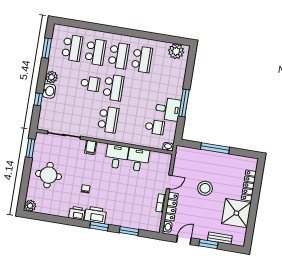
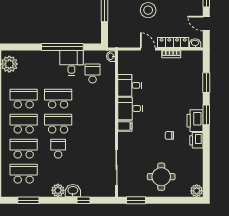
window: (184, 103) -> (62, 47), width x1.46
school desk: (108, 119) -> (58, 99), moved
filing cabinet: (91, 147) -> (125, 126), moved

